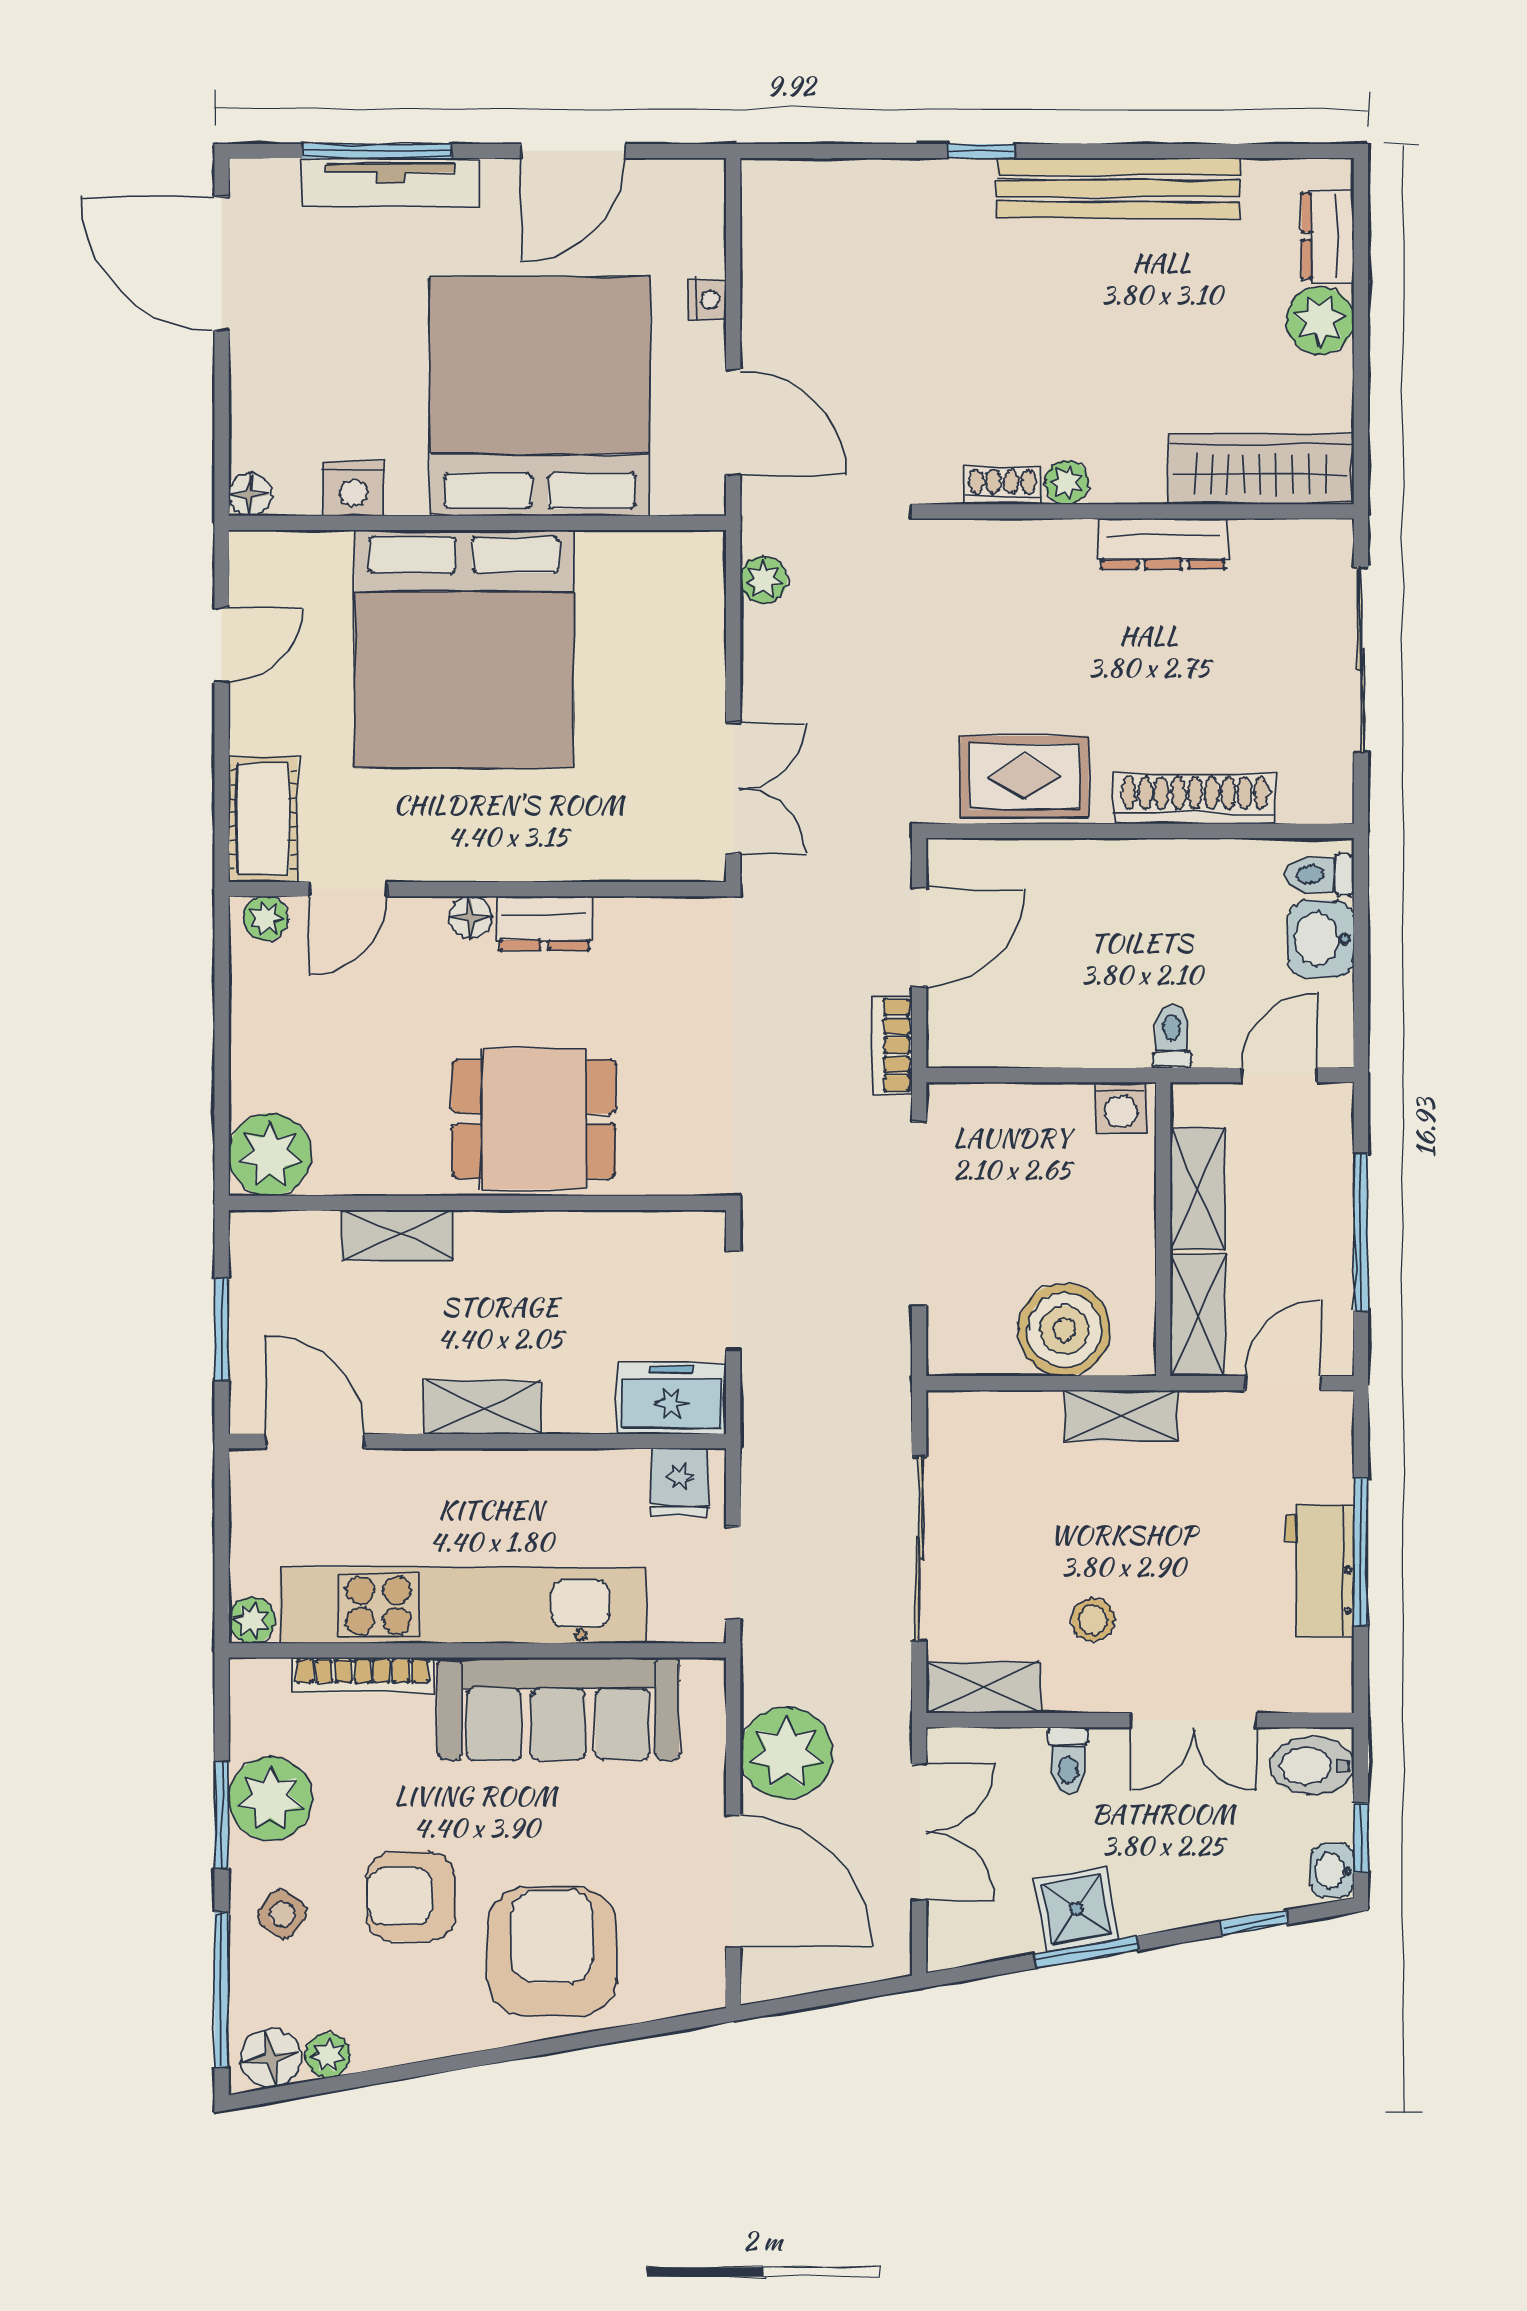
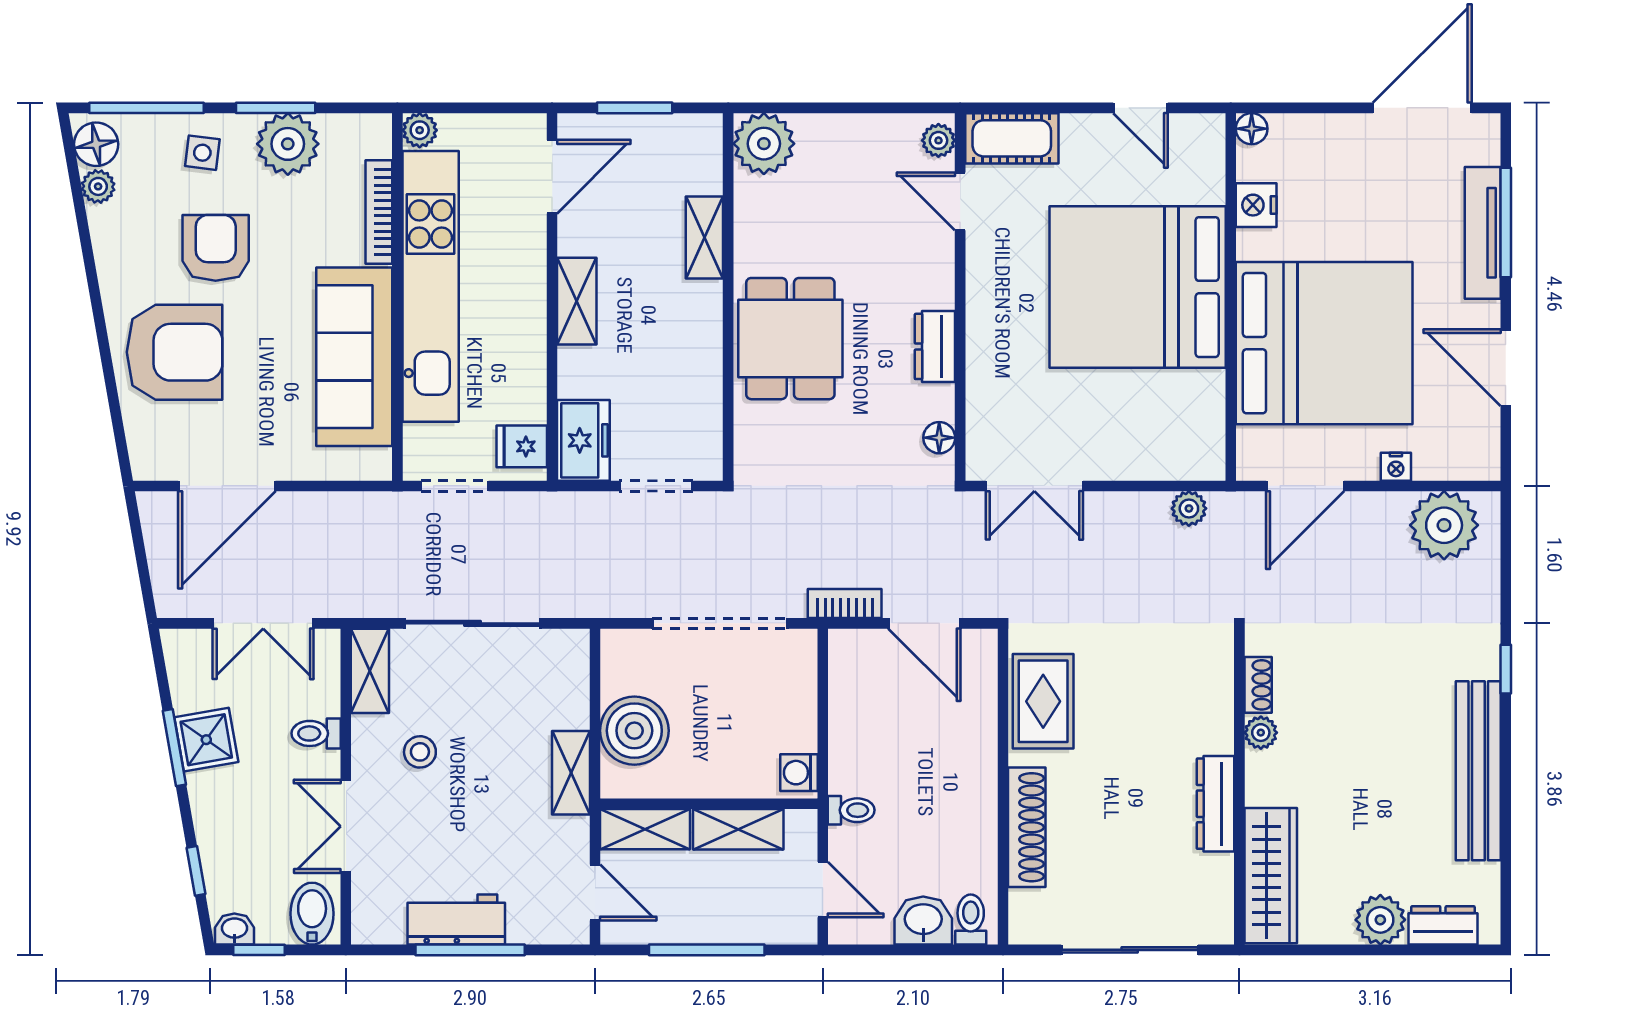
floor lamp: (470, 917) -> (939, 438), moved
plant: (786, 1753) -> (1444, 525), moved
side table: (282, 1914) -> (202, 153), turned -30

